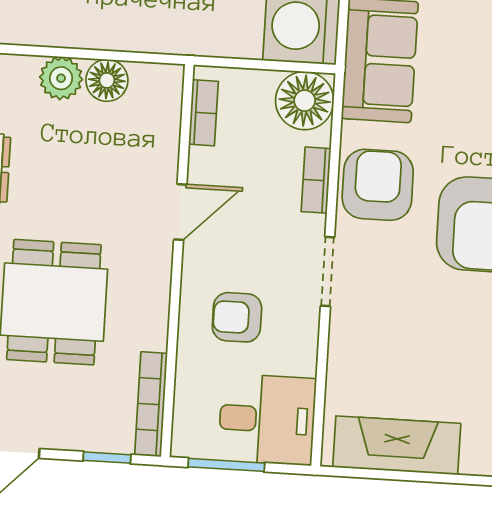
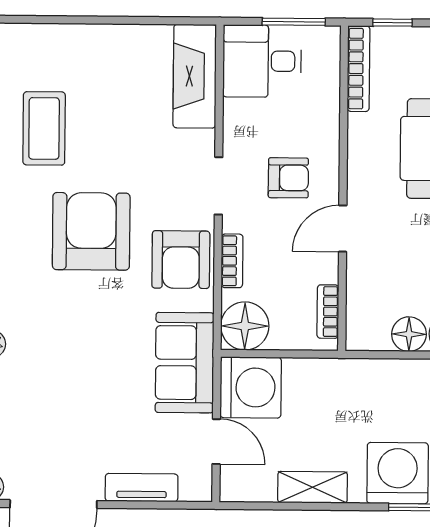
armchair: (237, 317) -> (288, 178), moved
fireplace: (397, 445) -> (195, 76), moved, turned 90

